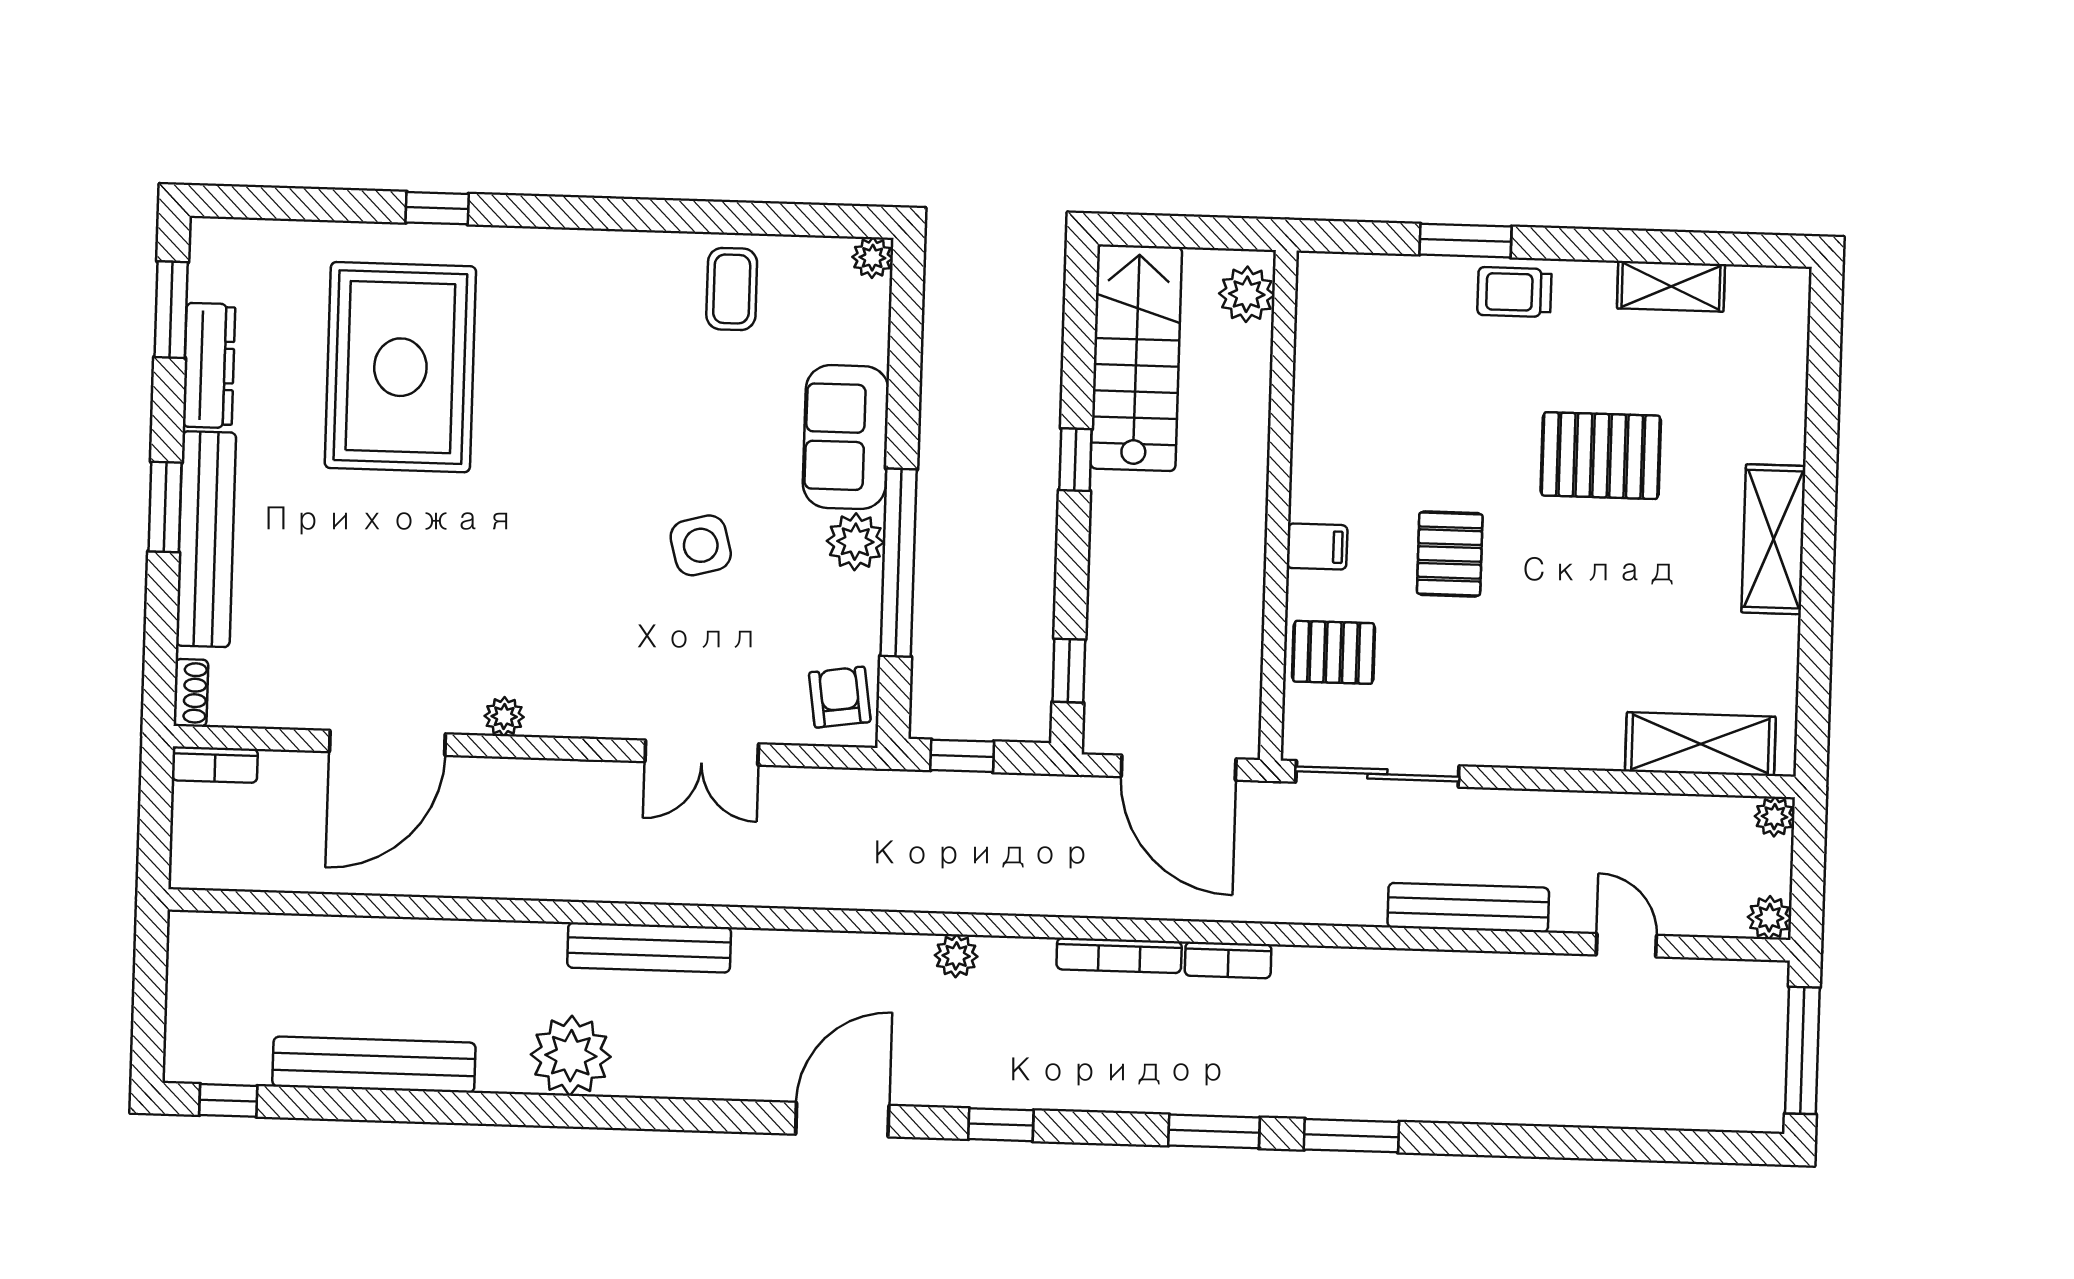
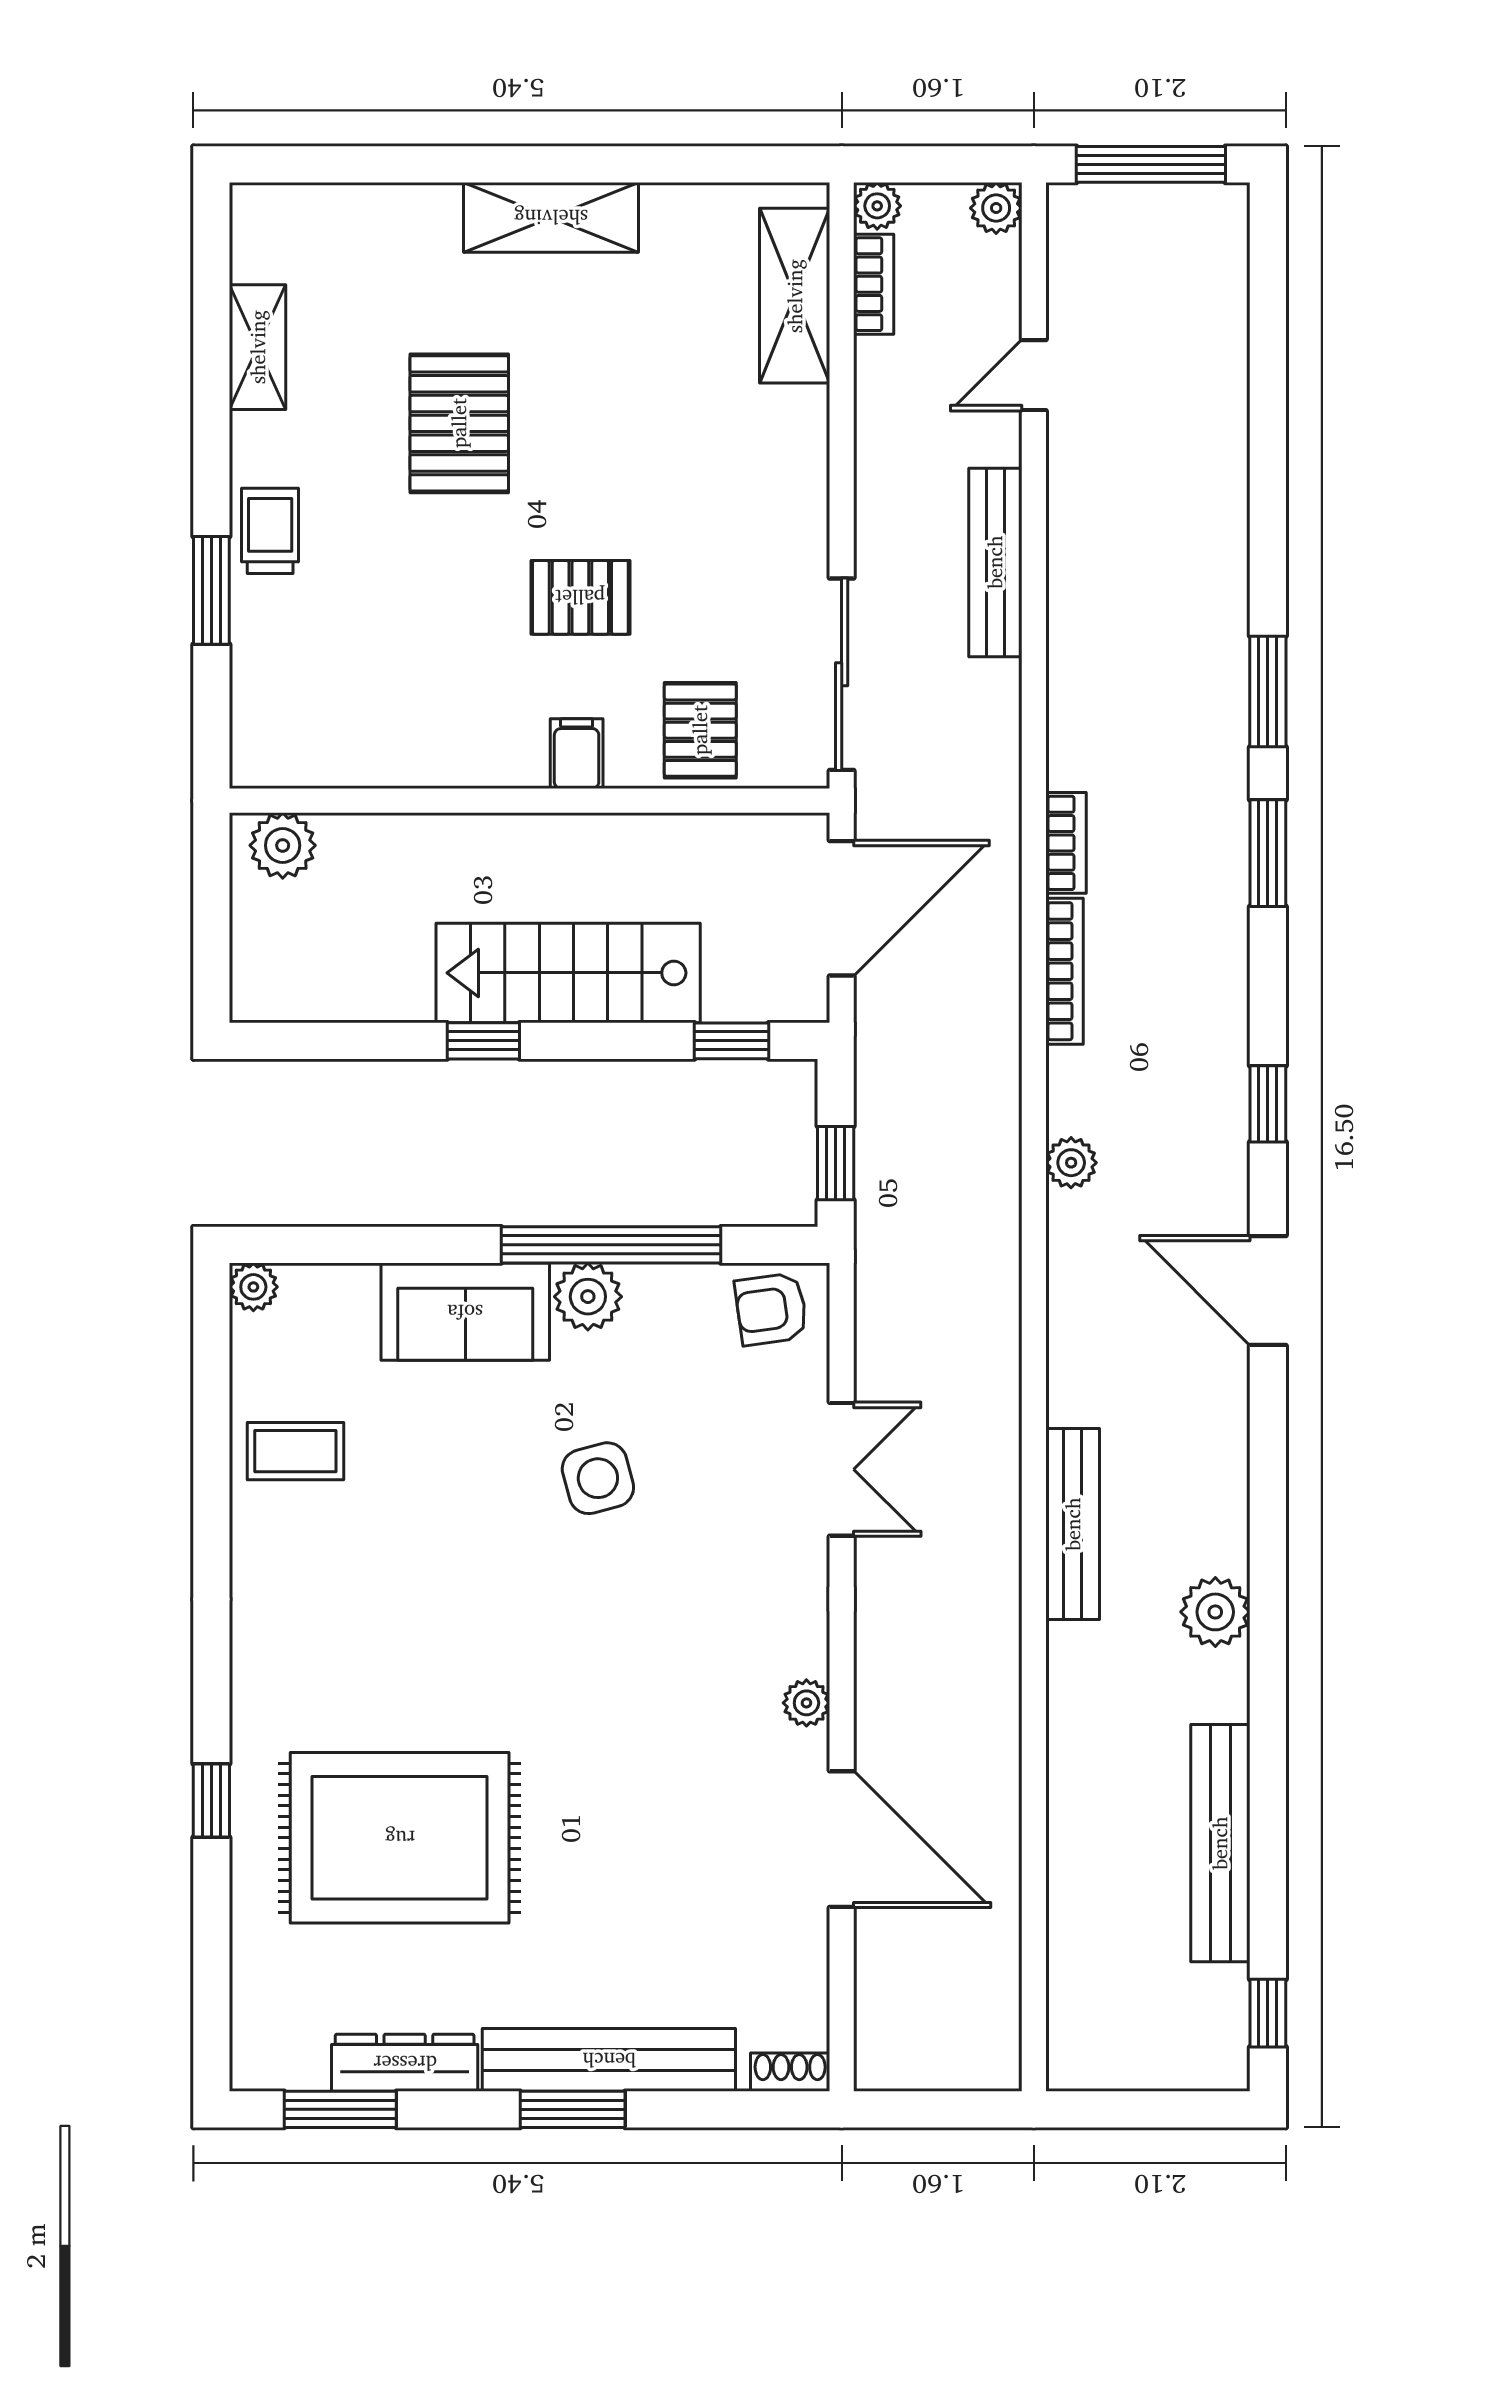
trolley: (1514, 292) -> (270, 531), turned 180
stairs: (1136, 358) -> (568, 973), moved
bookcase: (215, 765) -> (874, 284), moved
plant: (571, 1056) -> (1215, 1612), width x0.73, depth x0.73

